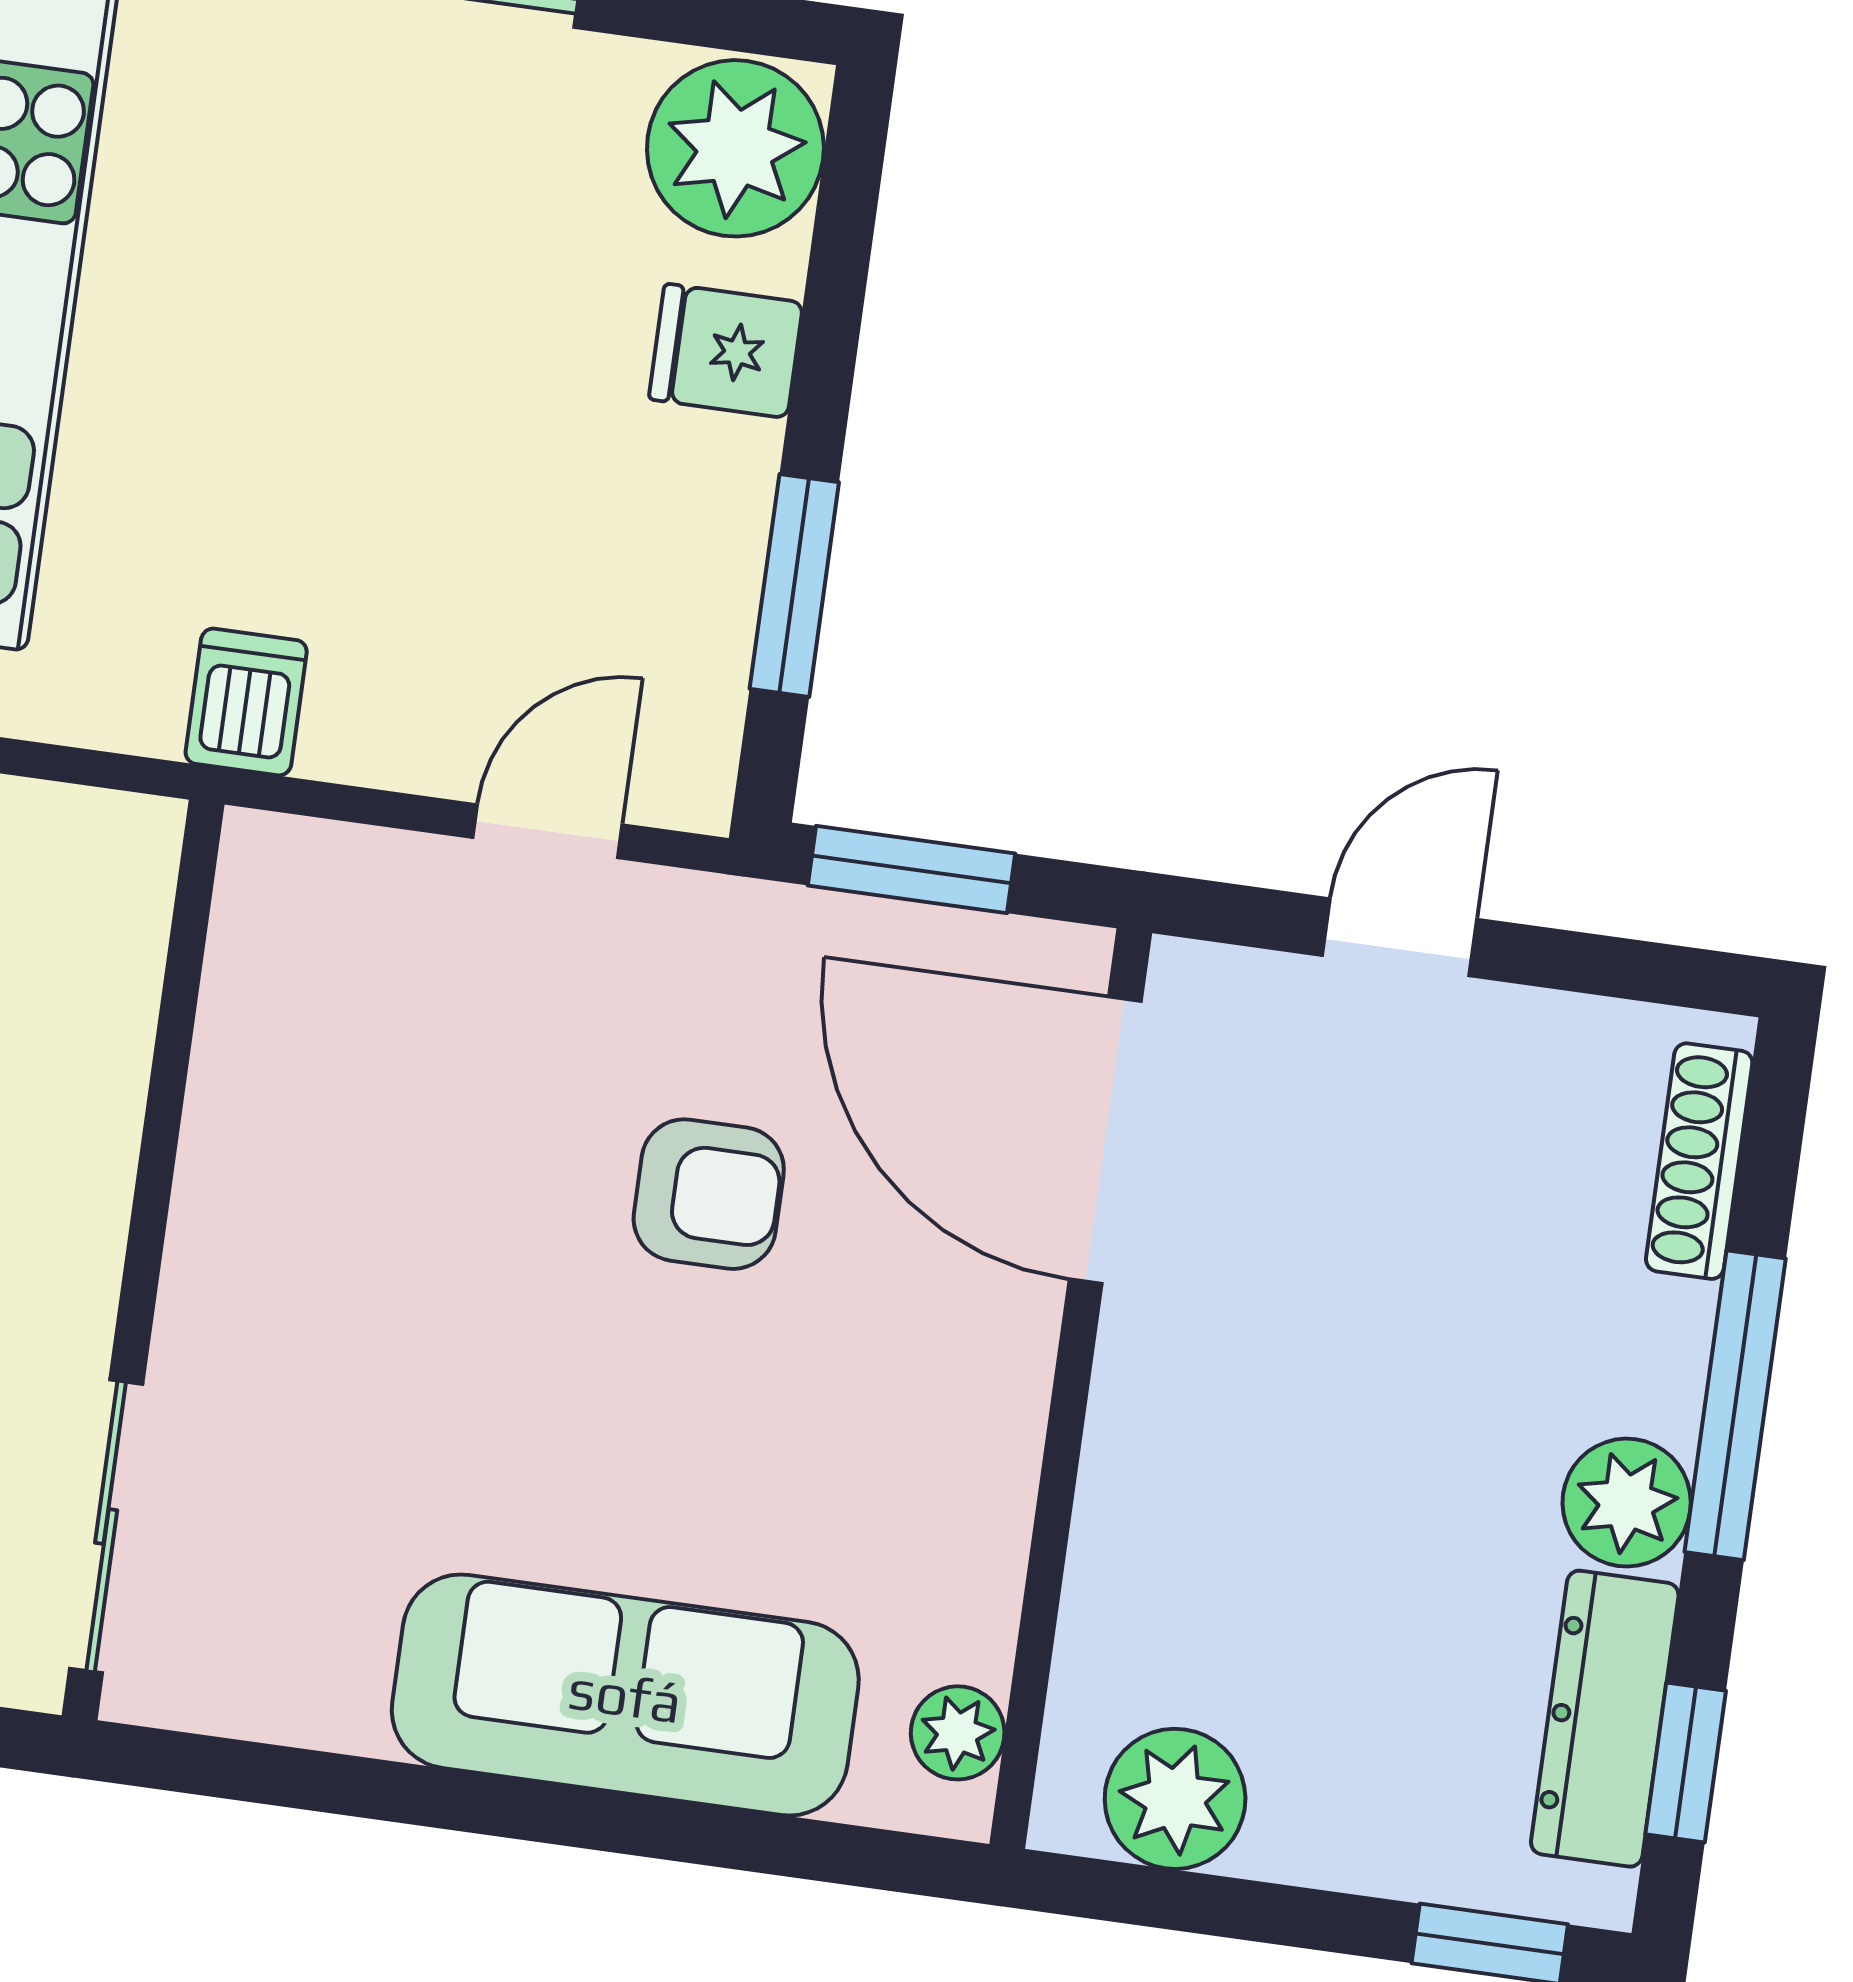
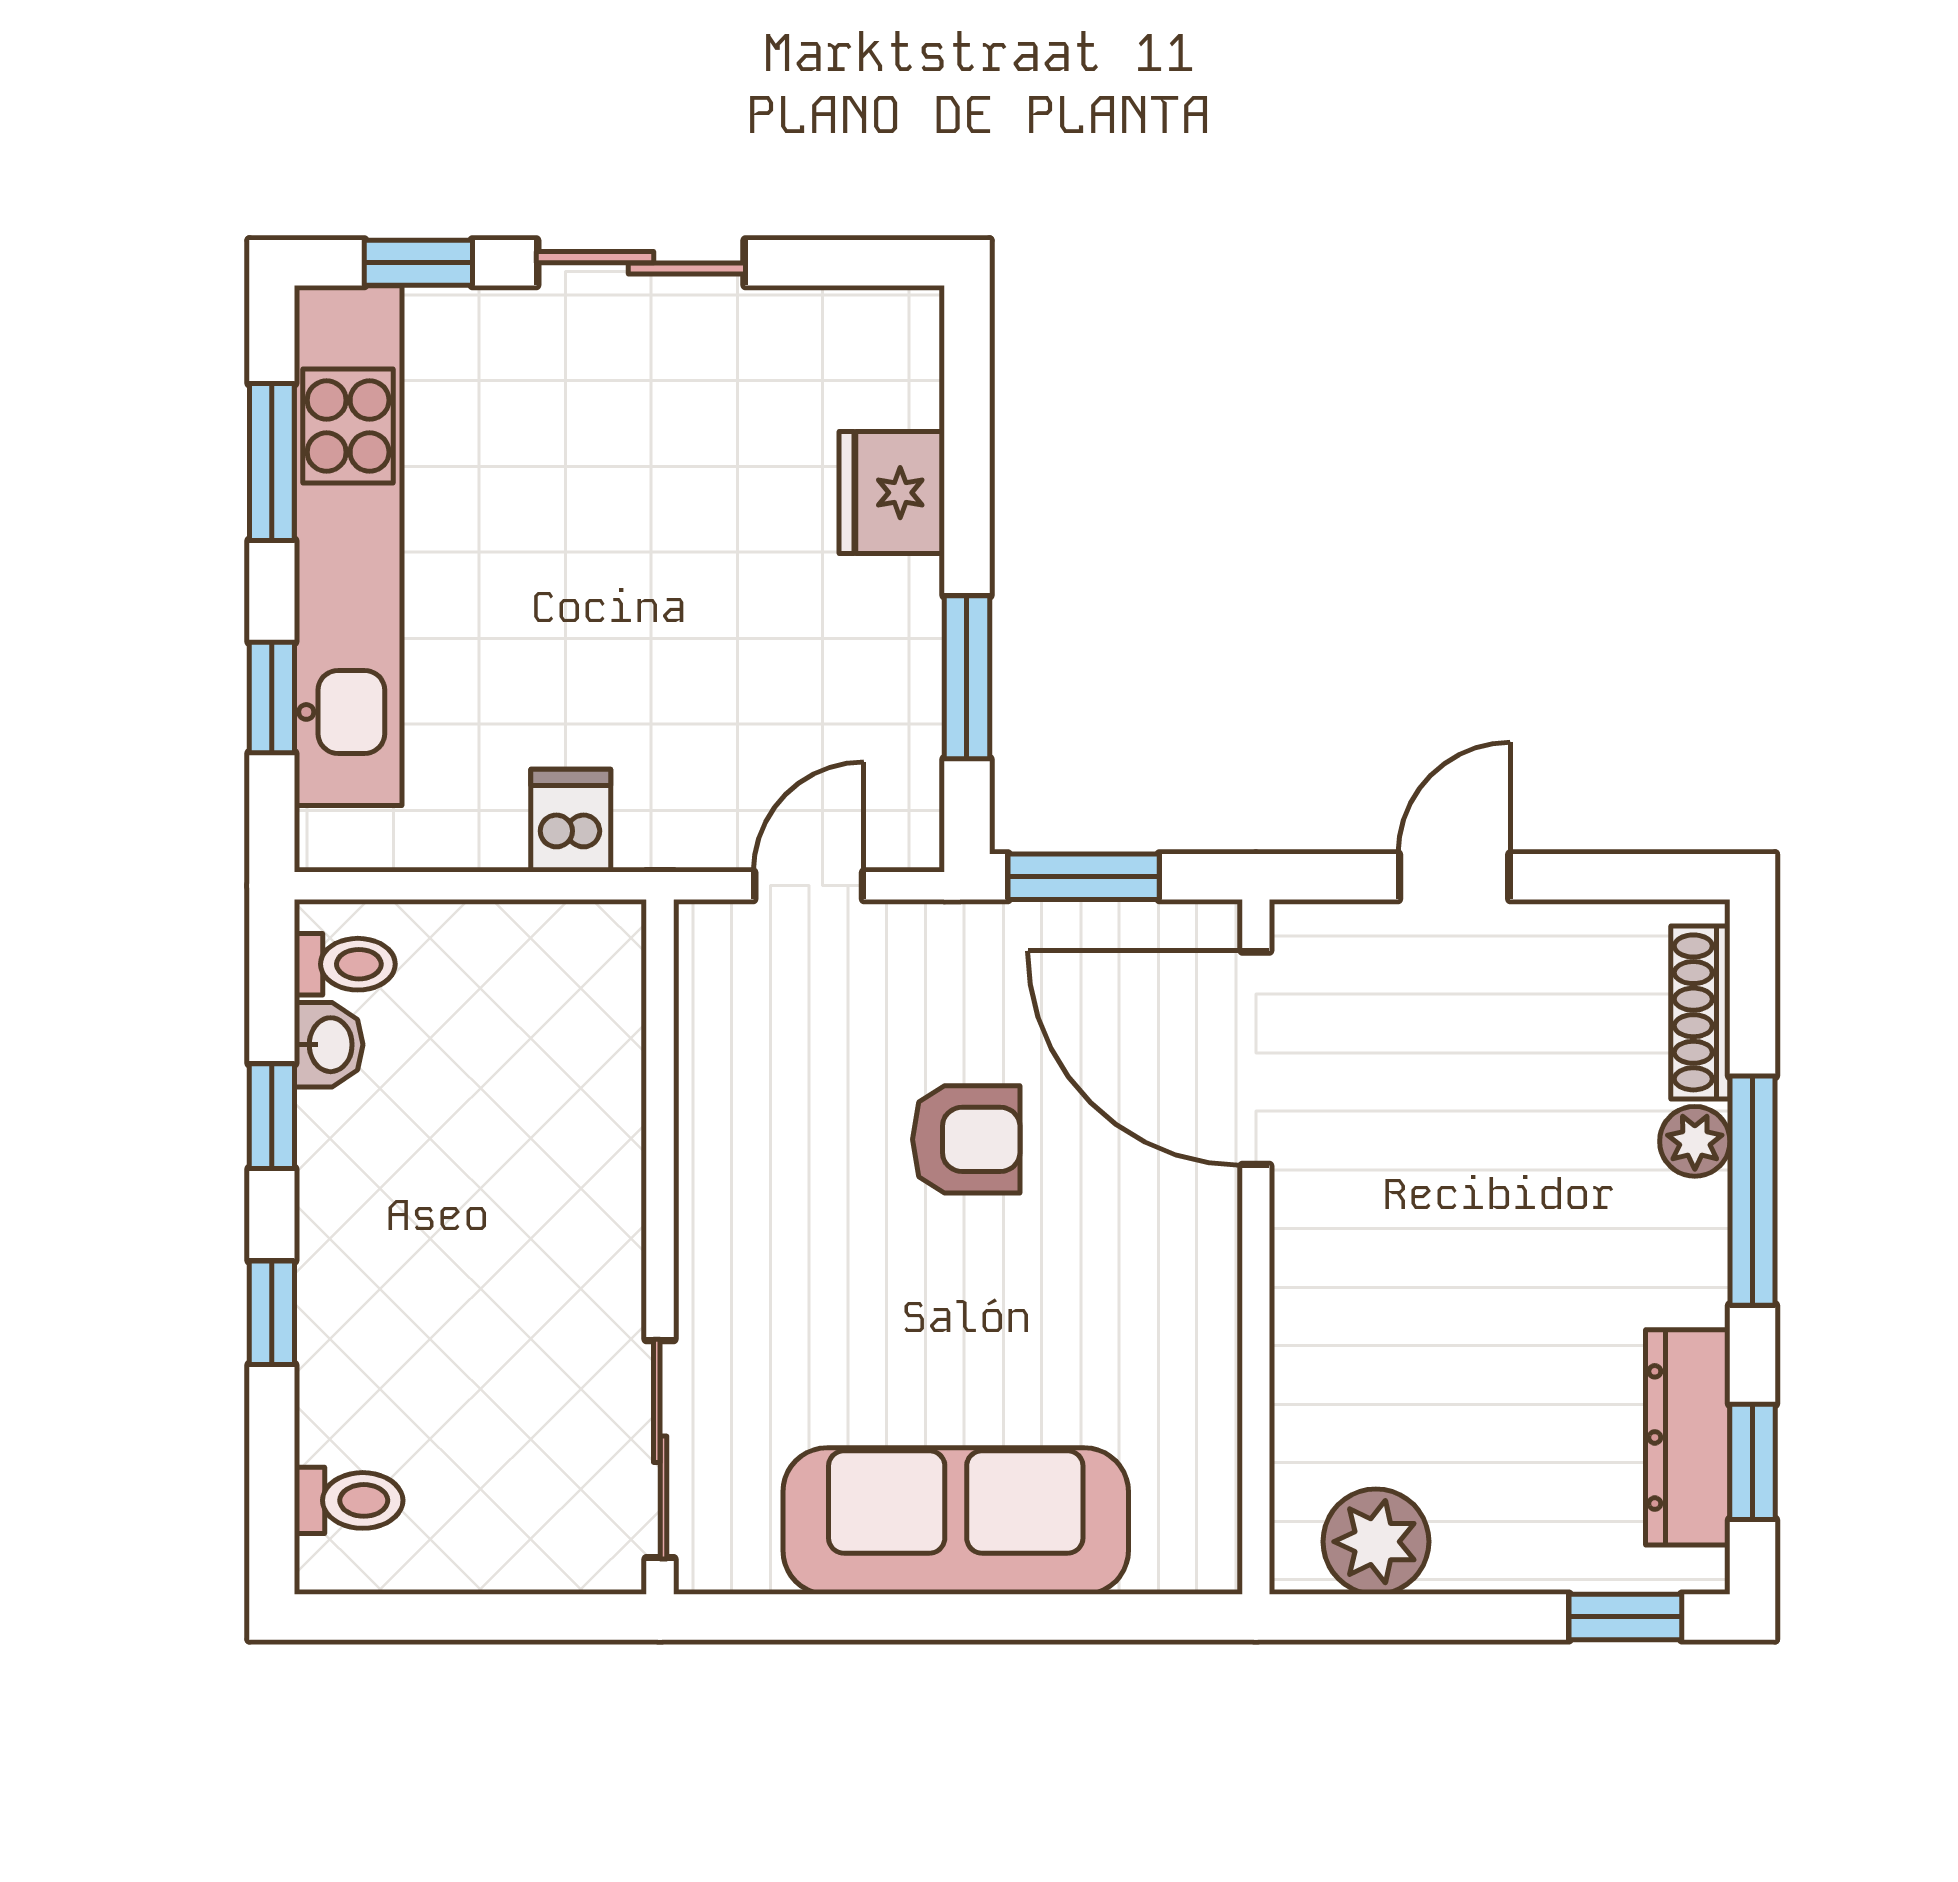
plant: (735, 148) -> (878, 358), removed
fridge: (726, 351) -> (892, 493), width x1.38
wall: (143, 1260) -> (660, 1247), moved
plant: (1627, 1503) -> (1695, 1141), moved, width x0.73, depth x0.73
sliding door: (106, 1526) -> (660, 1449), moved
plant: (958, 1733) -> (1207, 1515), removed

